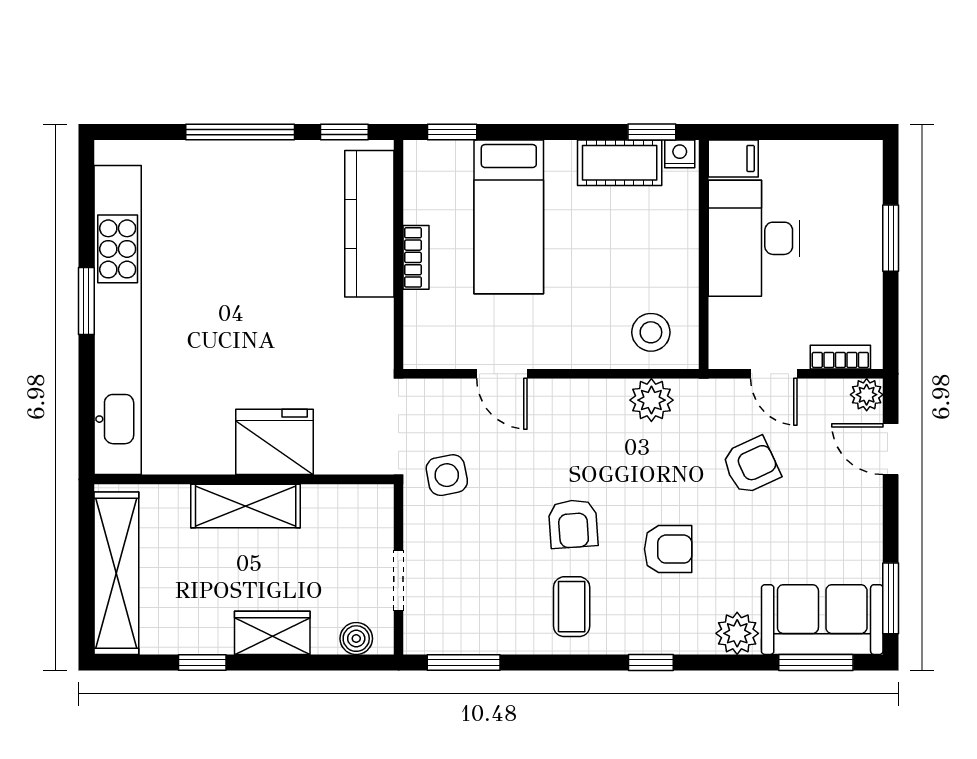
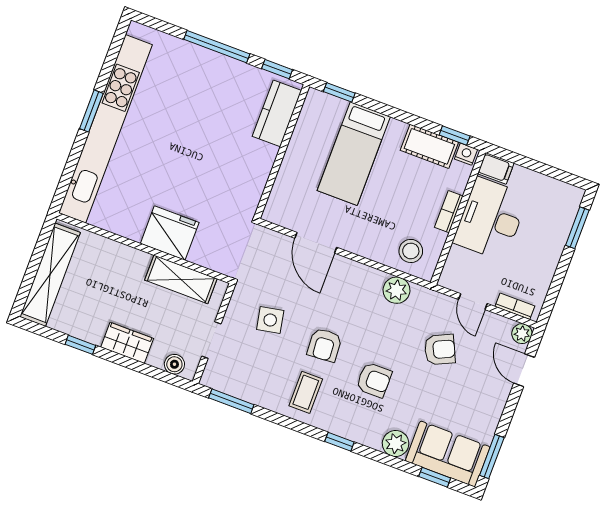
kitchen counter: (369, 224) -> (277, 113), width x0.67
window: (891, 238) -> (577, 228), moved
bookcase: (416, 257) -> (449, 212), moved, turned 180
door: (502, 374) -> (316, 243), width x1.38
side table: (447, 475) -> (270, 320), moved
shelving: (246, 506) -> (181, 279), moved
window: (816, 662) -> (435, 477), width x0.67

